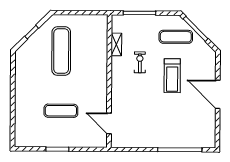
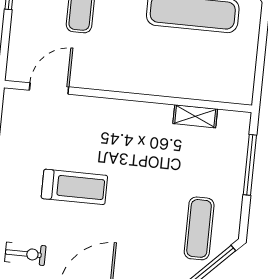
exercise bike: (140, 62) -> (25, 254), moved
treadmill: (172, 76) -> (74, 187), moved, turned 180

